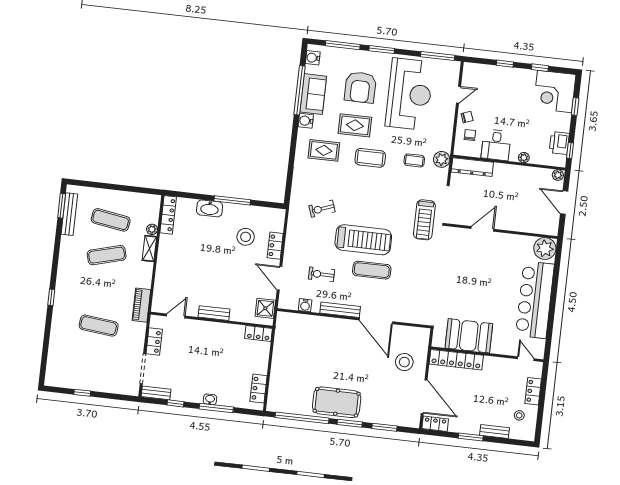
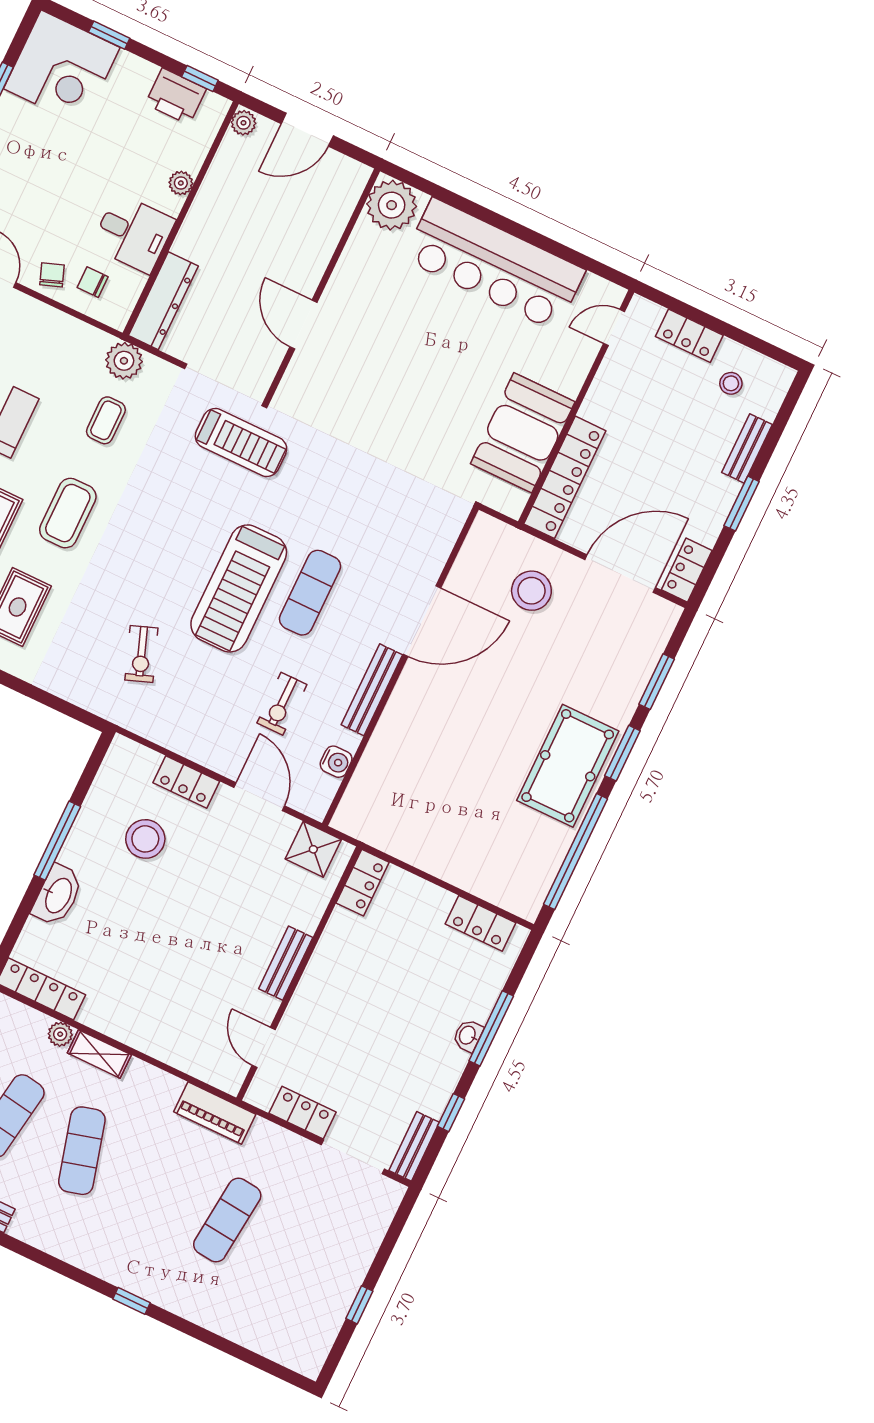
treadmill: (363, 240) -> (239, 588), turned 180
door: (279, 278) -> (259, 797), swing flipped

